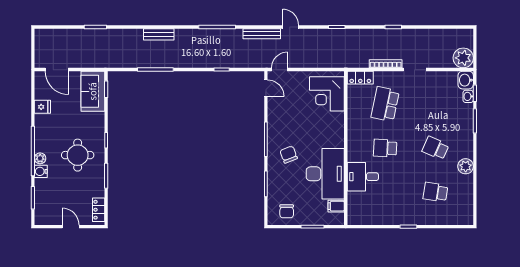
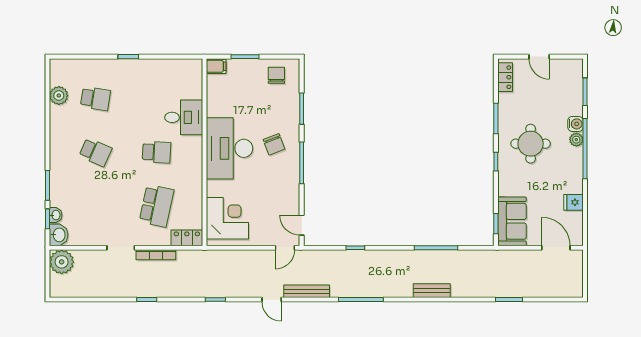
plant: (466, 166) -> (59, 96), moved
desk: (325, 174) -> (229, 148), moved
filing cabinet: (336, 206) -> (216, 66), moved

